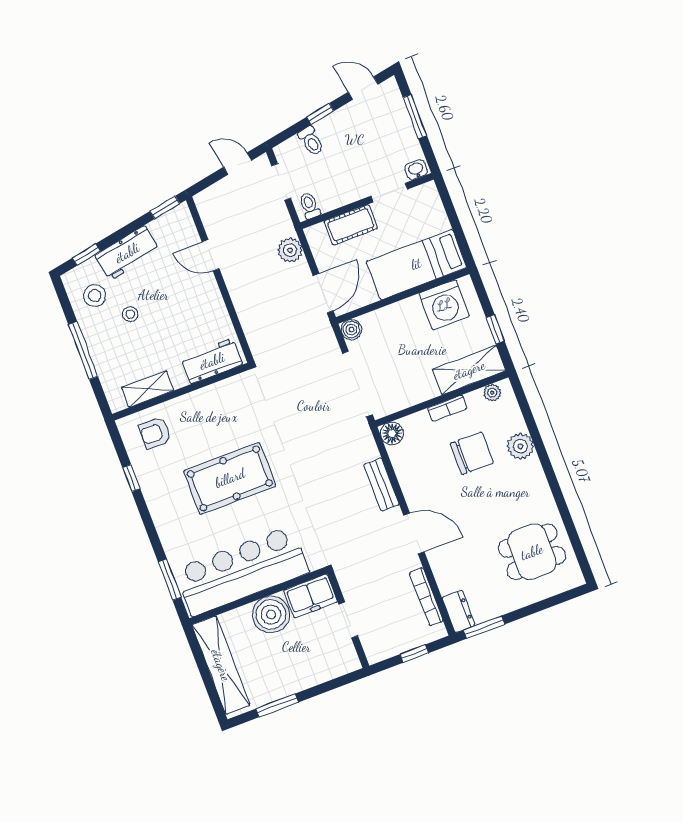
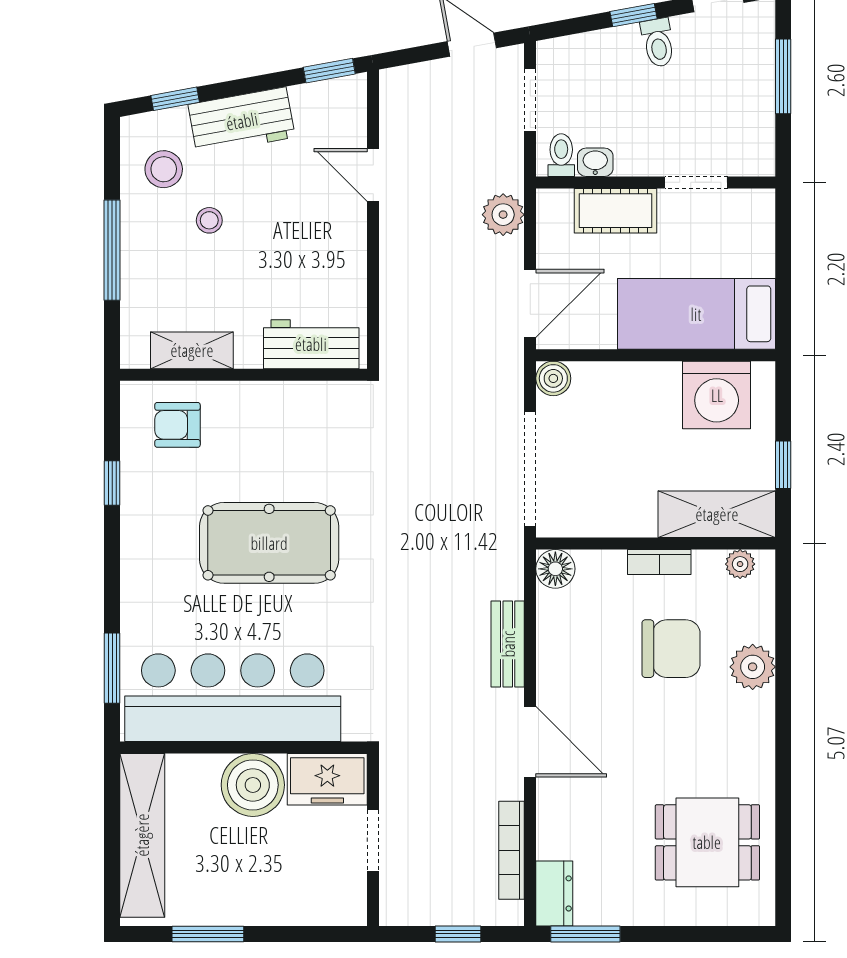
toilet: (311, 141) -> (658, 43), moved
washbasin: (416, 170) -> (595, 162), moved

